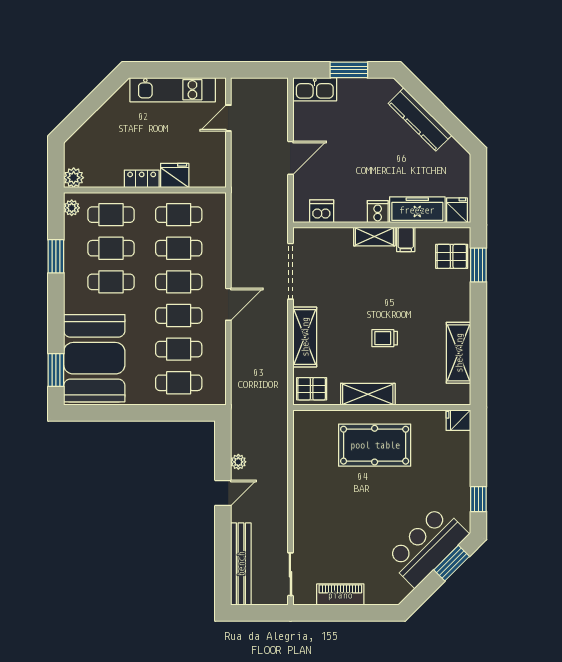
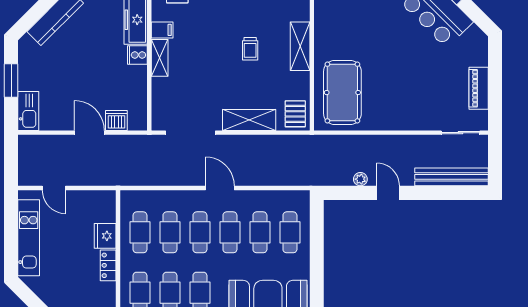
dishwasher: (322, 211) -> (116, 121), moved, turned 90
shelving: (368, 394) -> (300, 46), moved
pool table: (375, 445) -> (342, 93), moved

